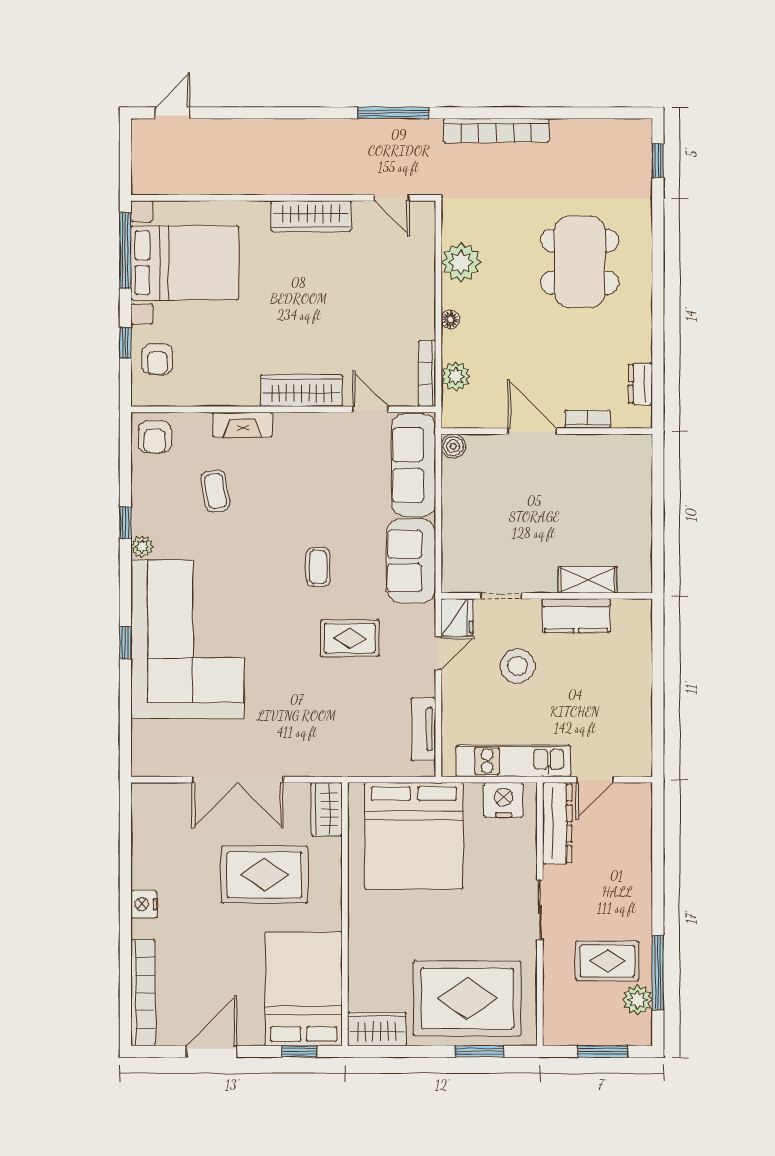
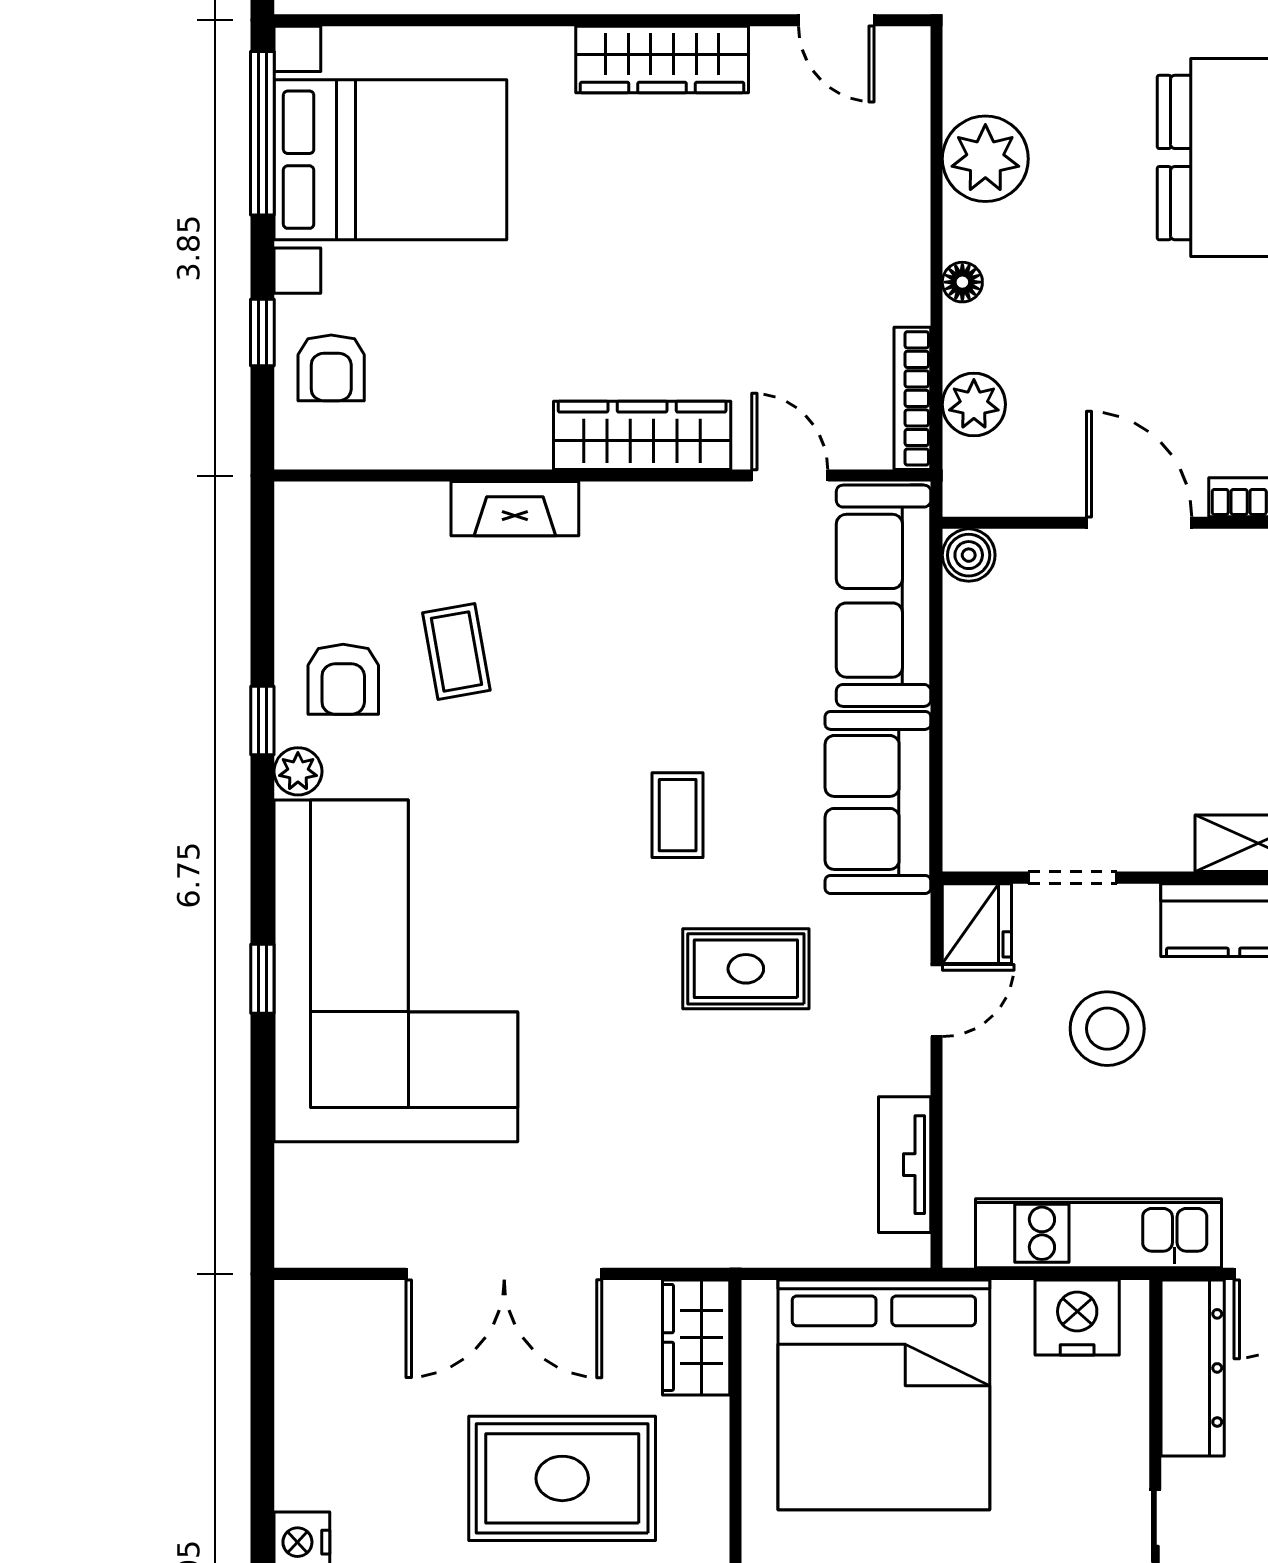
armchair: (155, 437) -> (343, 679), moved

